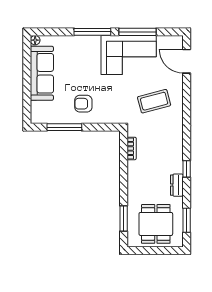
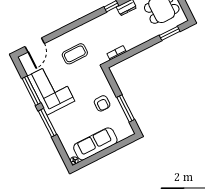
coffee table: (154, 101) -> (75, 54), turned -75

